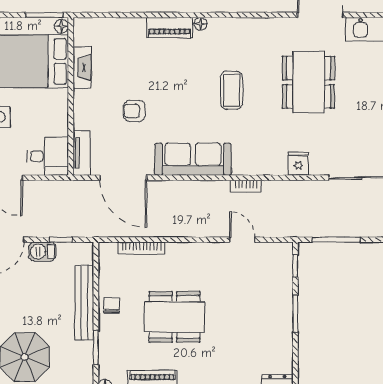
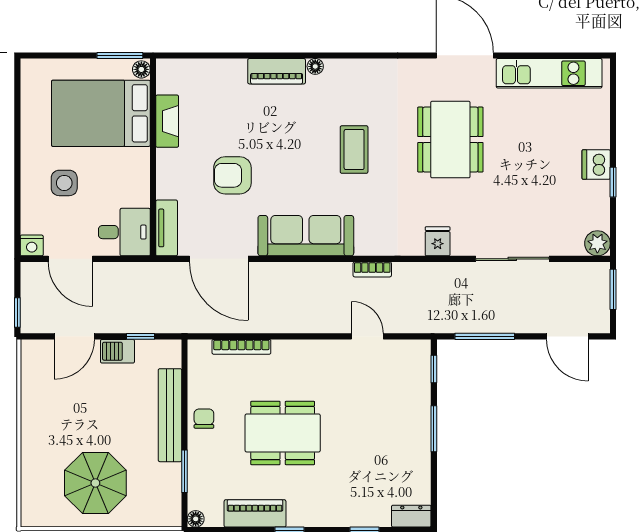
armchair: (134, 111) -> (232, 175), width x1.38, depth x1.38

